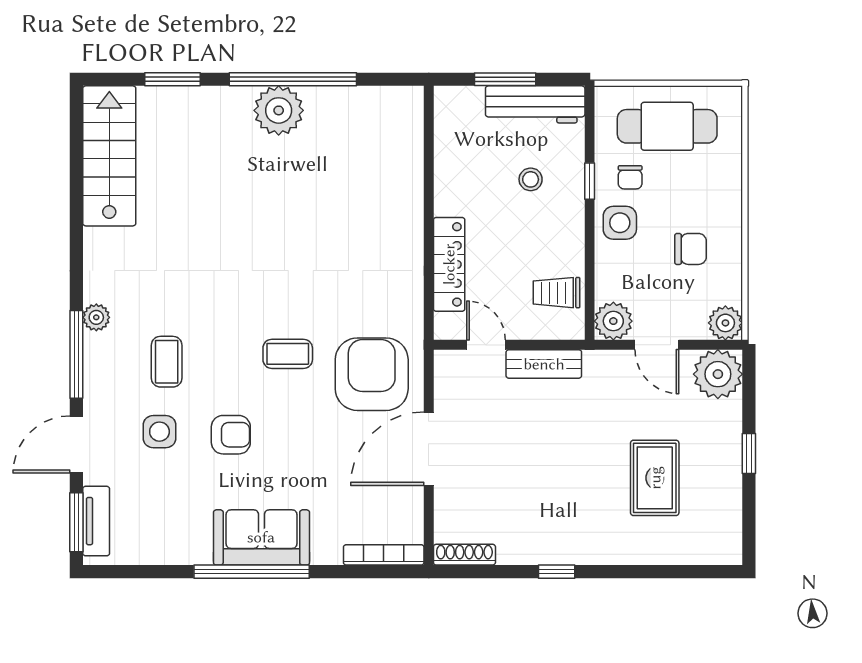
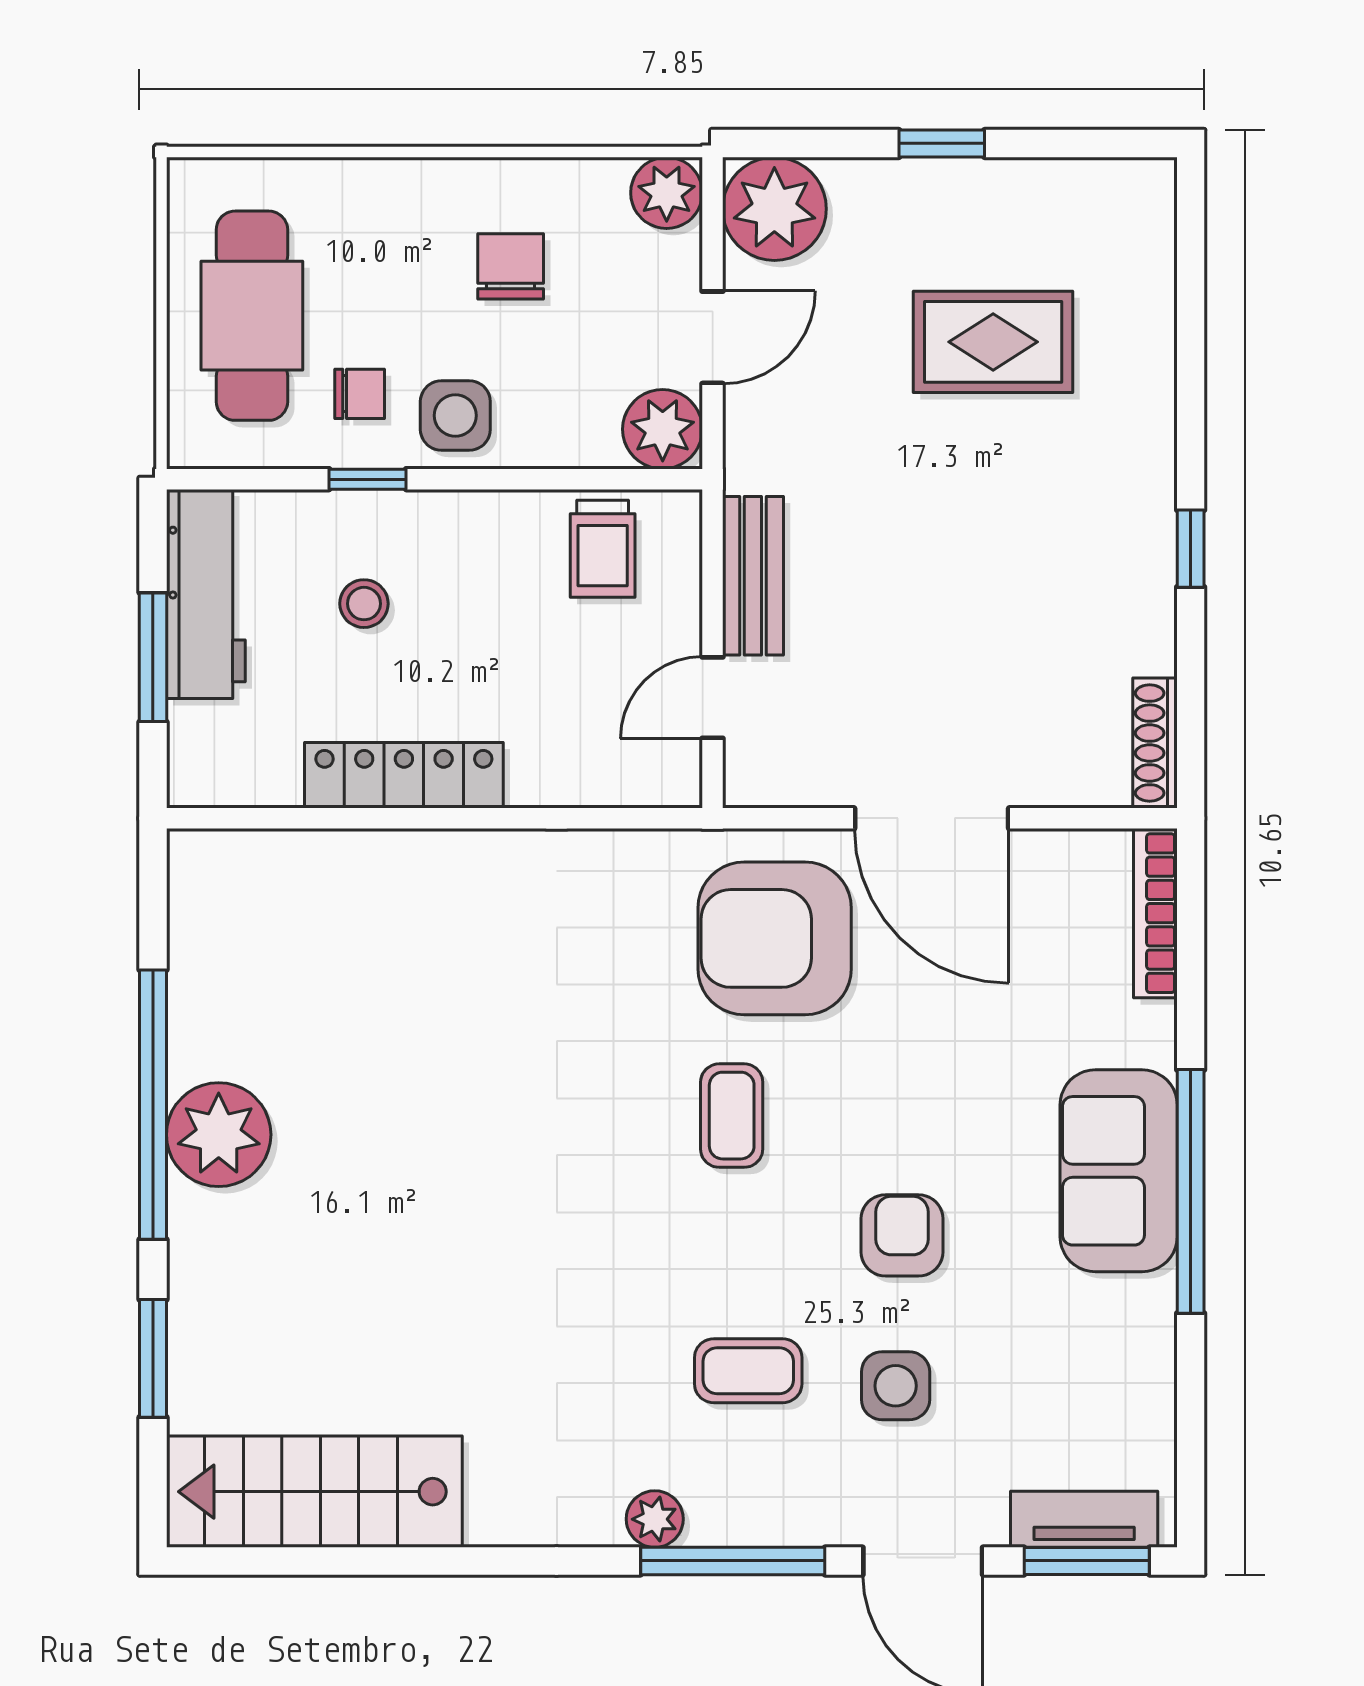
locker: (449, 264) -> (404, 775), moved

